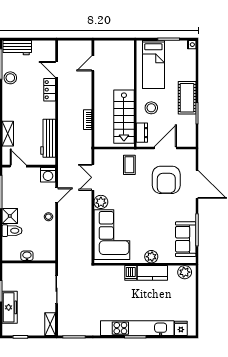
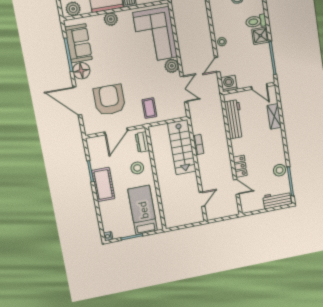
stairs: (124, 117) -> (182, 147), moved, turned 180
floor lamp: (188, 213) -> (81, 71), added

